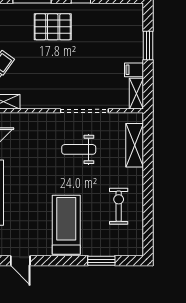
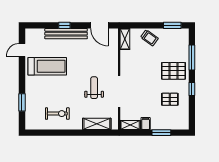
pallet: (53, 27) -> (173, 71), turned 90
pallet: (97, 32) -> (170, 99), added
treadmill: (66, 225) -> (47, 66), moved

